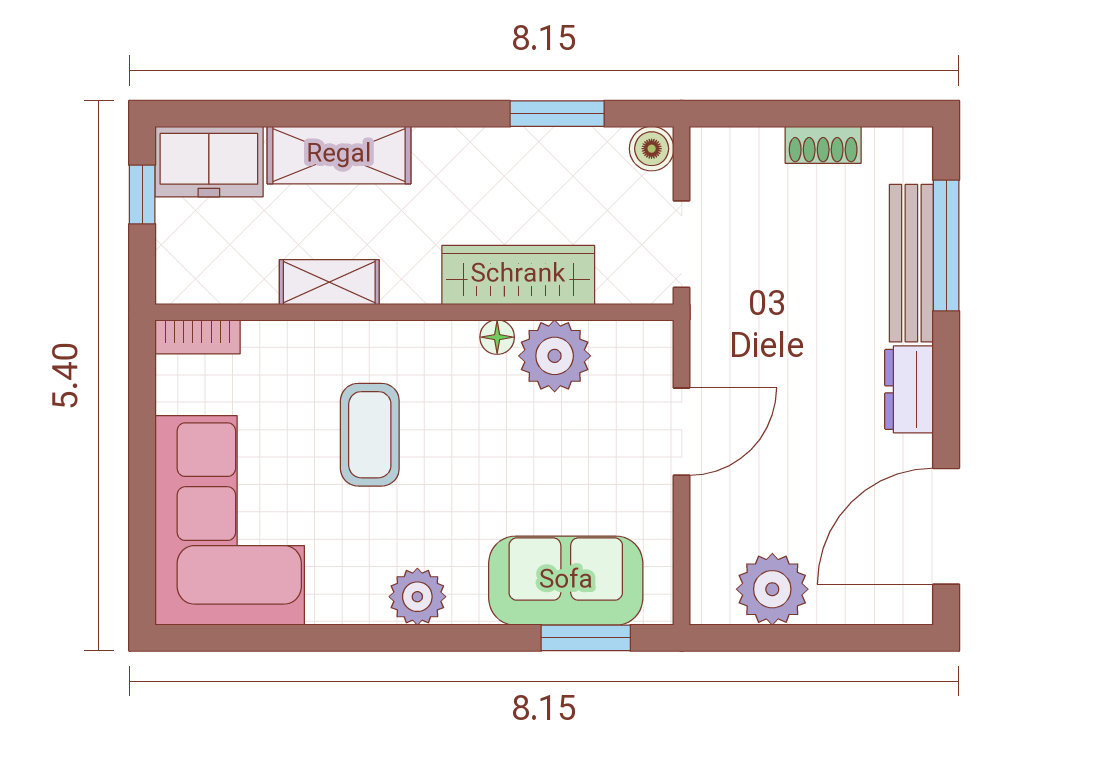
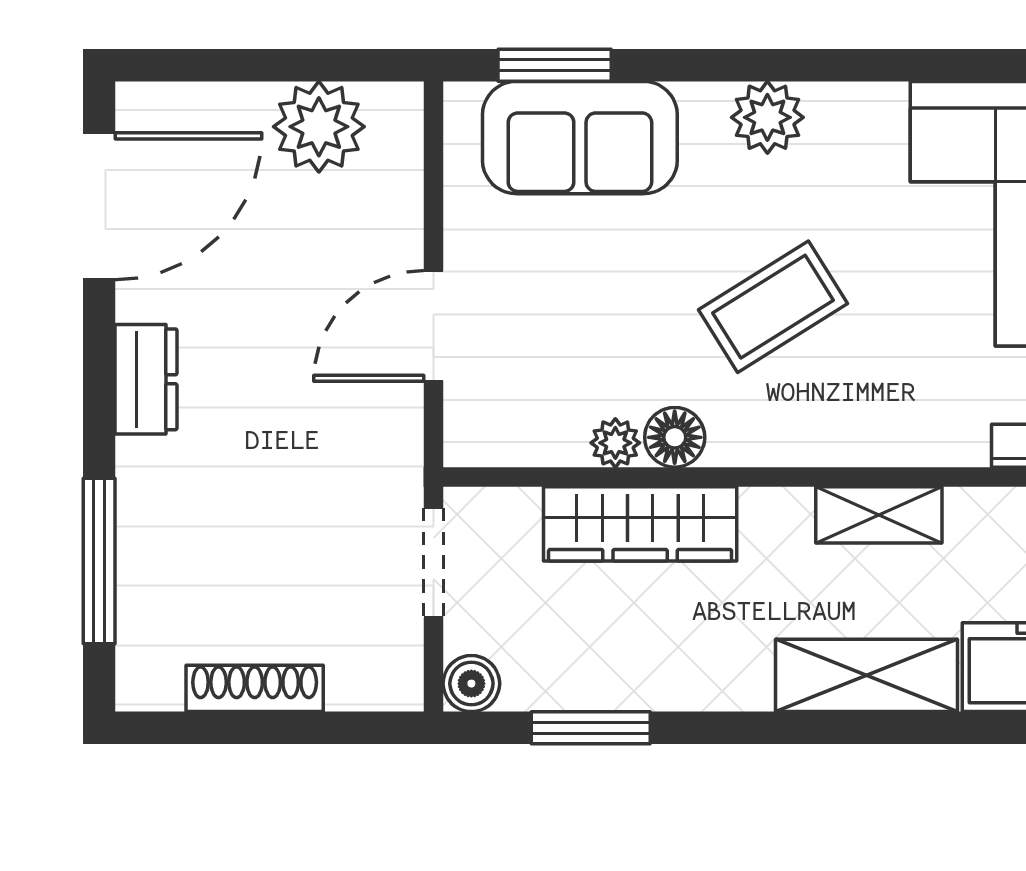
shoe rack: (823, 145) -> (255, 688), width x1.43
bench: (911, 263) -> (143, 539), removed
floor lamp: (497, 337) -> (675, 437), width x1.37, depth x1.37
plant: (555, 356) -> (615, 443), width x0.53, depth x0.53
coffee table: (370, 435) -> (773, 307), moved, turned 58

